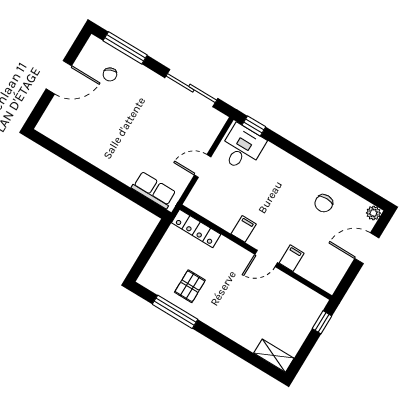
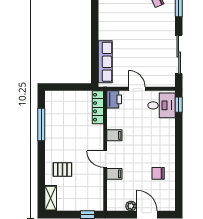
row of seats: (154, 190) -> (105, 62), width x1.48
printer: (199, 202) -> (114, 99), added
plant: (373, 213) -> (131, 206), moved
pallet: (190, 286) -> (62, 170), moved

